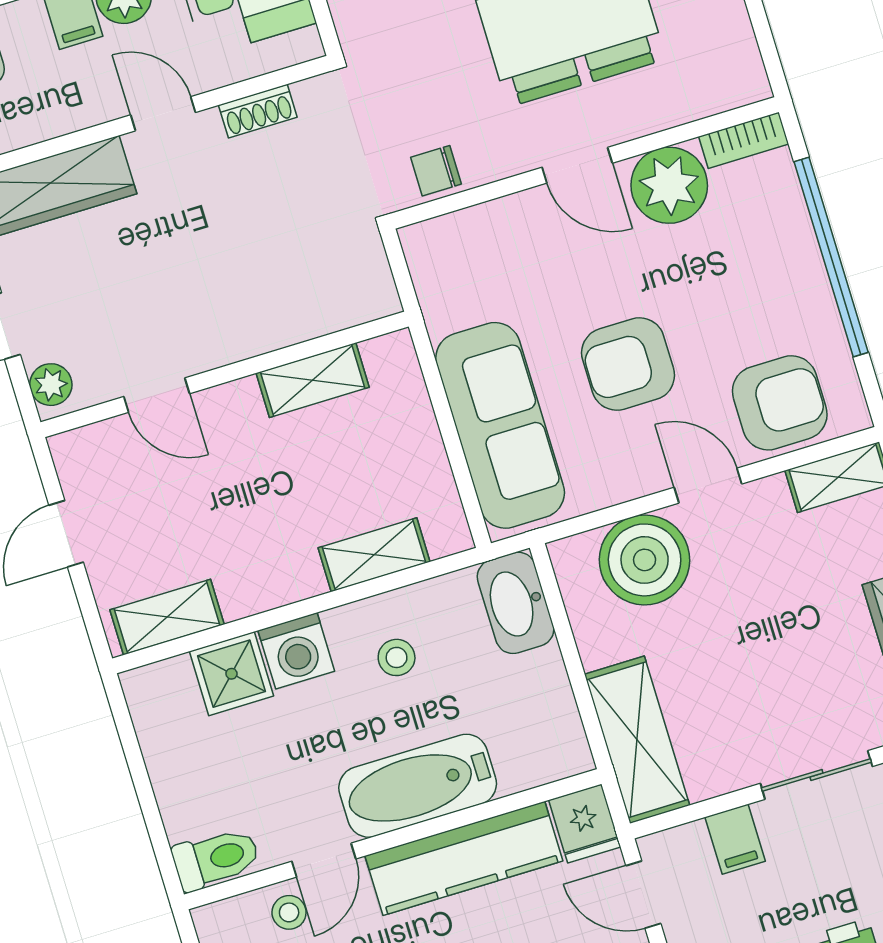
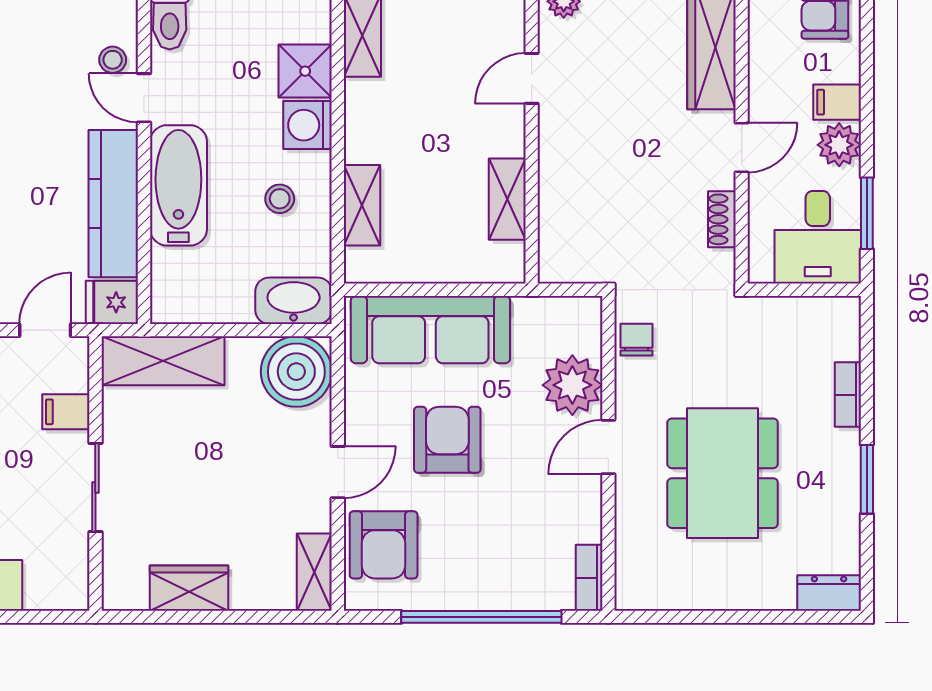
plant: (669, 185) -> (572, 385), moved
boiler: (645, 560) -> (296, 372), moved

